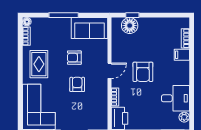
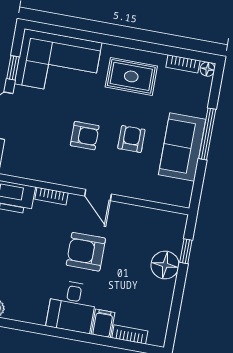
floor lamp: (130, 26) -> (165, 265), moved
sofa: (90, 28) -> (182, 147), moved
desk: (175, 98) -> (72, 306), moved

